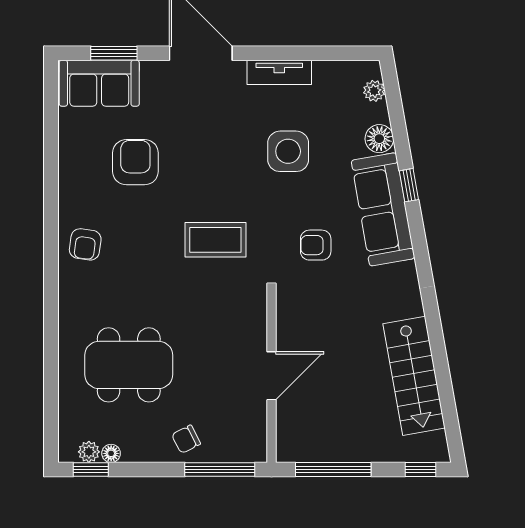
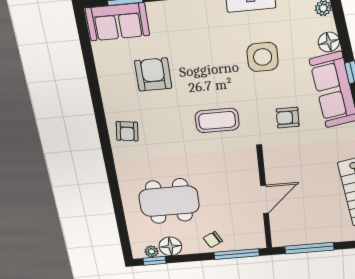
floor lamp: (111, 453) -> (170, 246), width x1.89, depth x1.89

